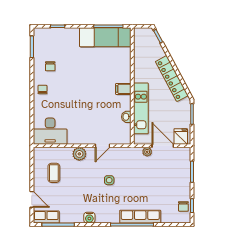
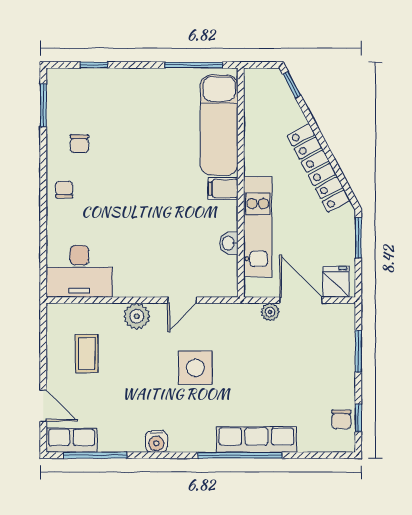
exam couch: (105, 37) -> (219, 125), moved, turned 90
side table: (109, 180) -> (195, 368), width x1.87, depth x1.87

